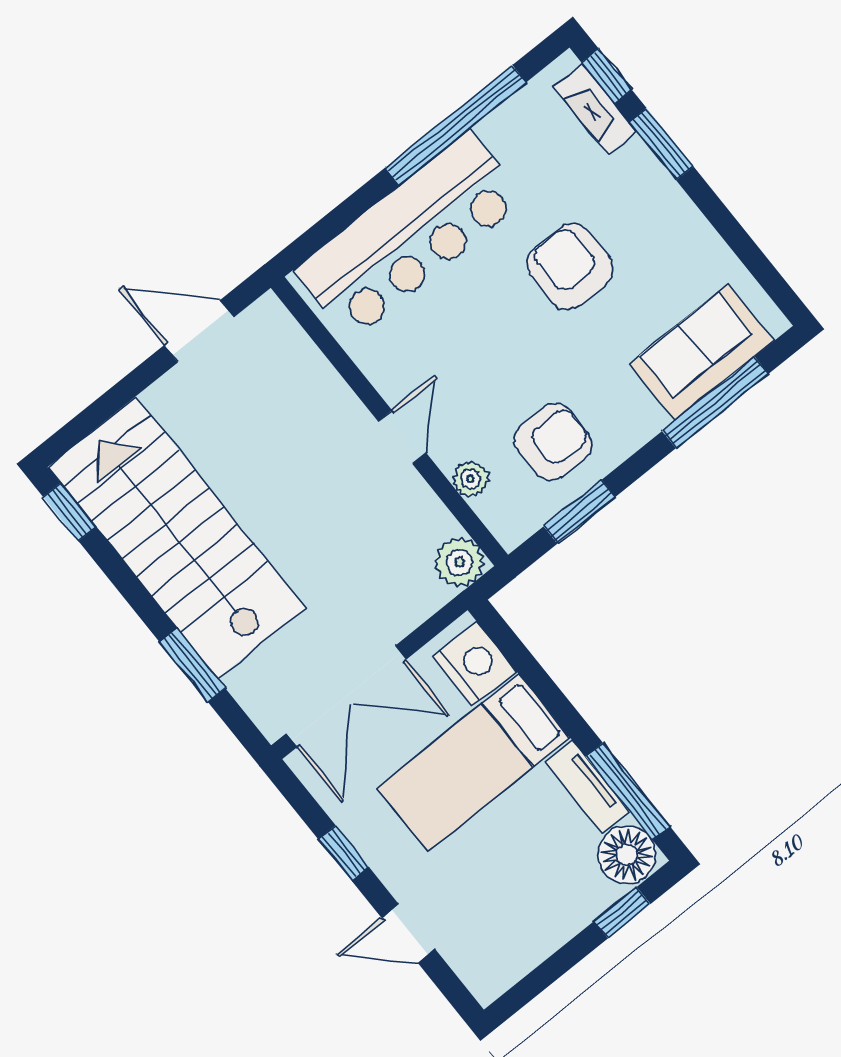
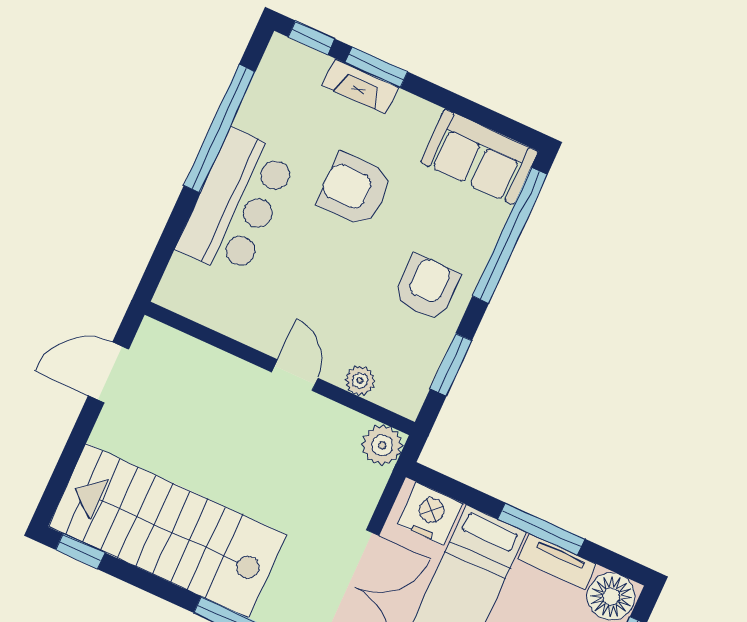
fireplace: (595, 109) -> (360, 86), moved
bar counter: (410, 235) -> (237, 203), width x0.73
sofa: (702, 352) -> (479, 157), moved, turned -90
window: (715, 402) -> (510, 235), width x1.46
armchair: (553, 442) -> (427, 288), moved
window: (628, 792) -> (541, 529), moved

